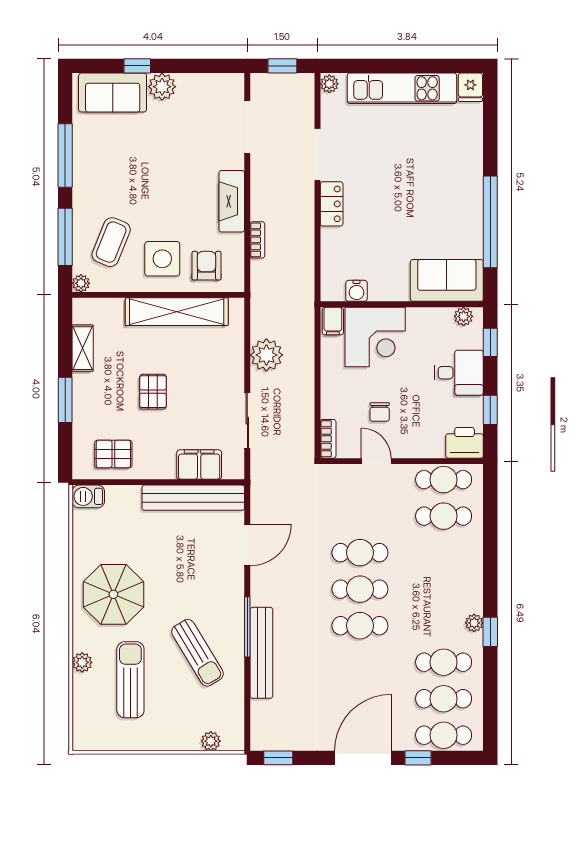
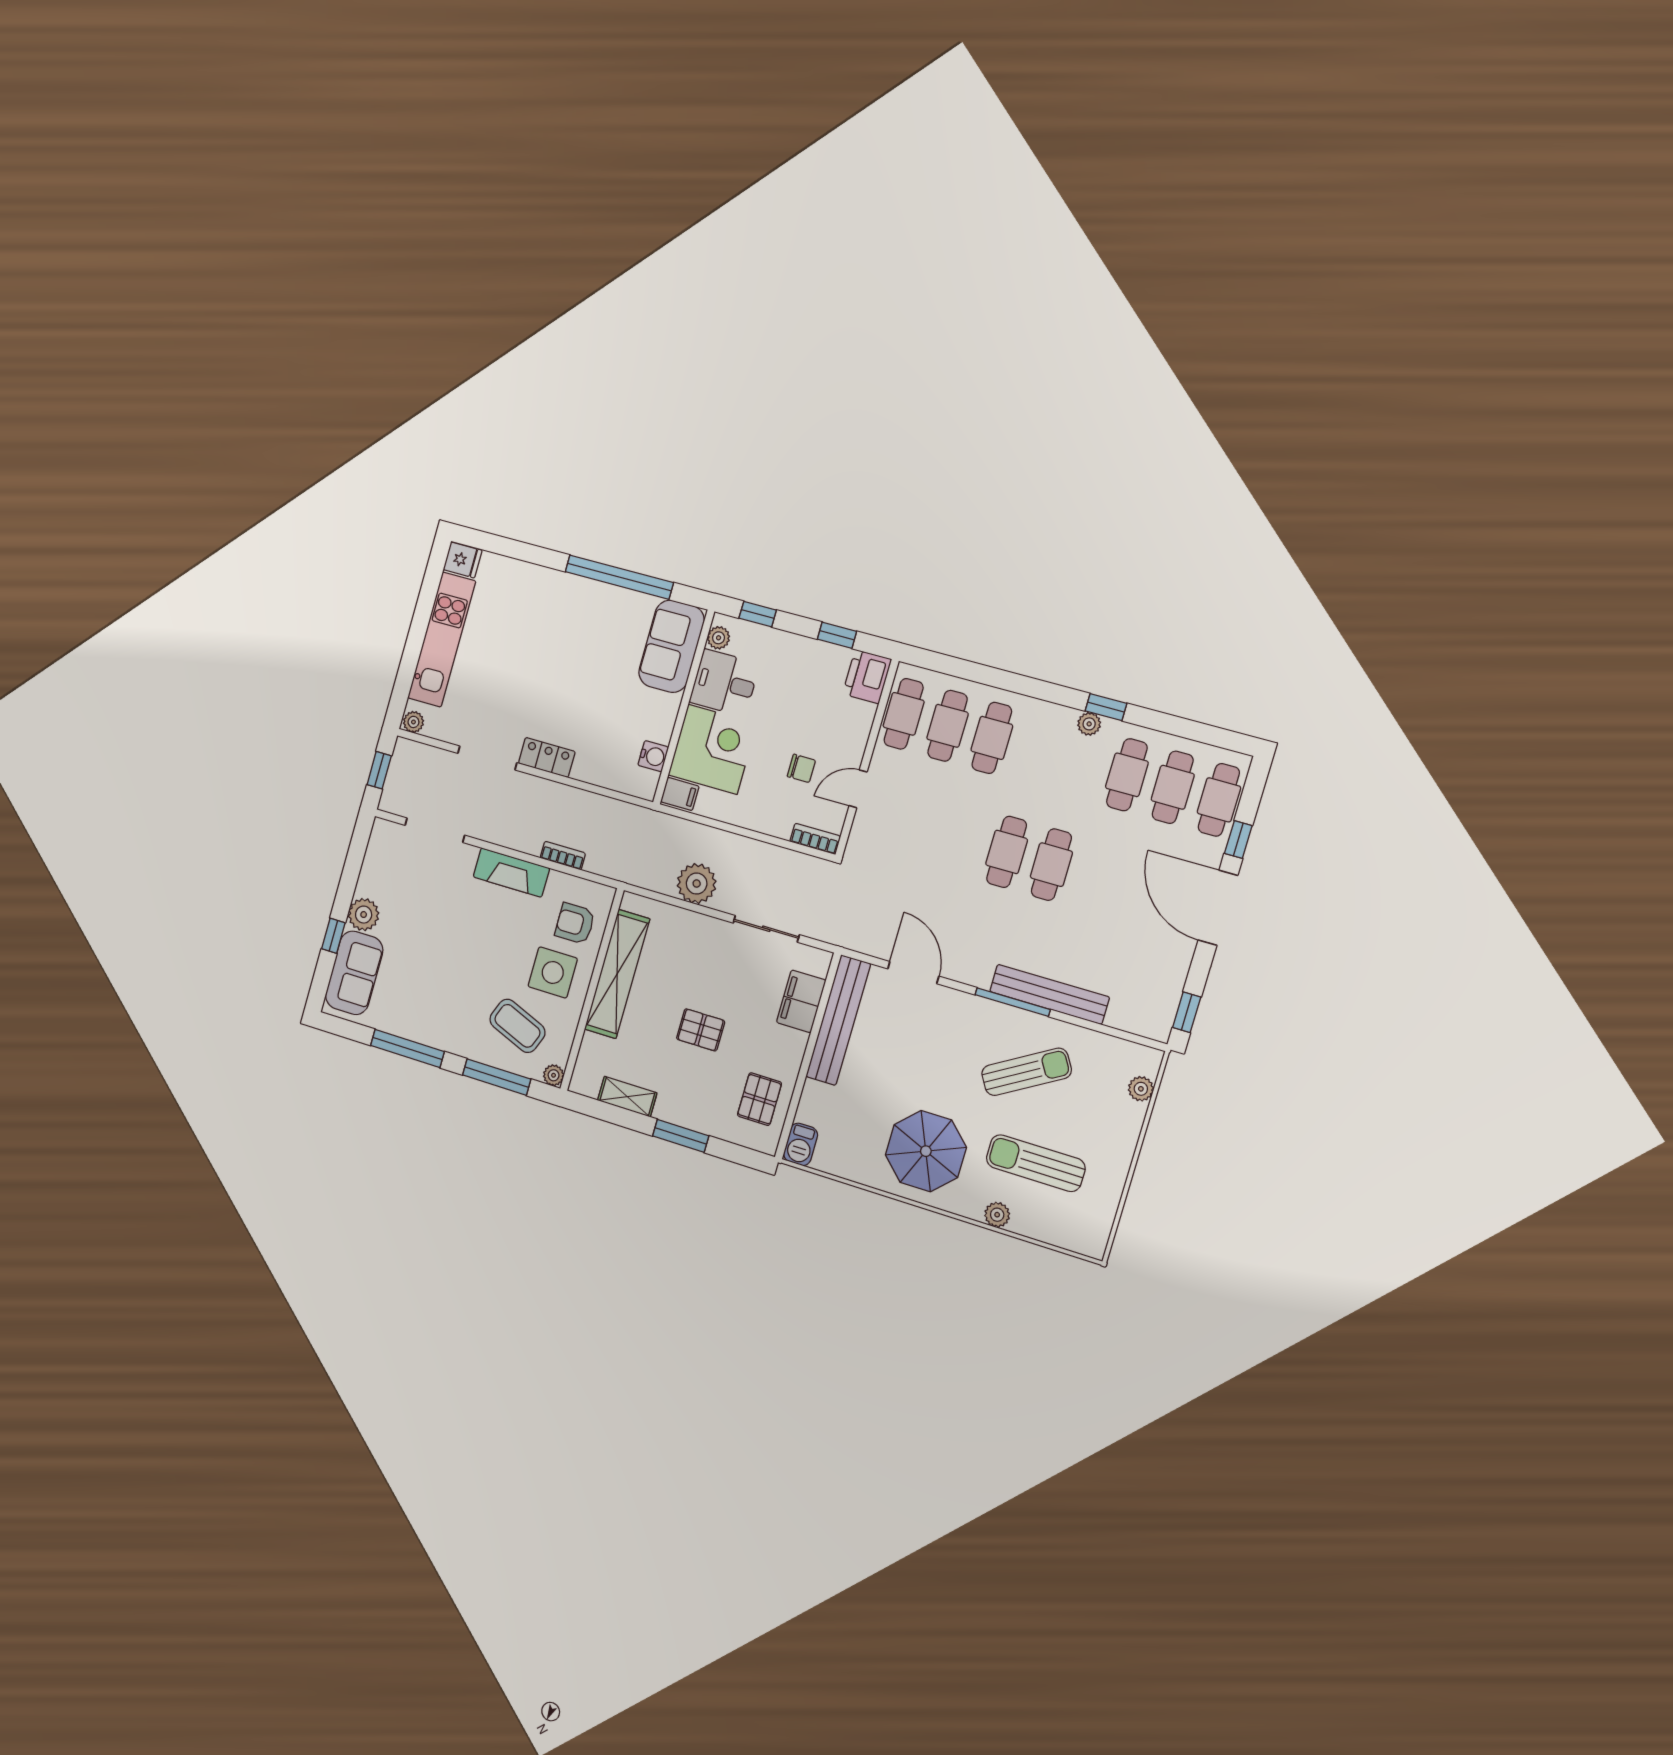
desk: (459, 373) -> (724, 683), moved, turned -90
cafe table: (360, 553) -> (992, 738), moved

